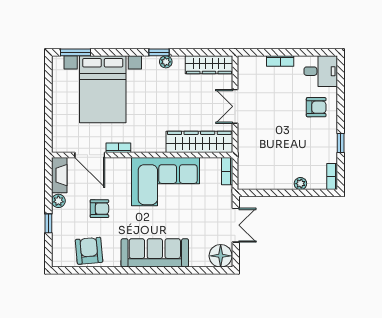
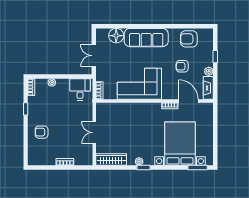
desk: (321, 71) -> (80, 89), moved, turned 90
double door: (235, 106) -> (94, 133), swing flipped
wardrobe: (199, 142) -> (117, 110), removed
armchair: (89, 251) -> (189, 39), turned 95
floor lamp: (221, 256) -> (116, 36), moved

